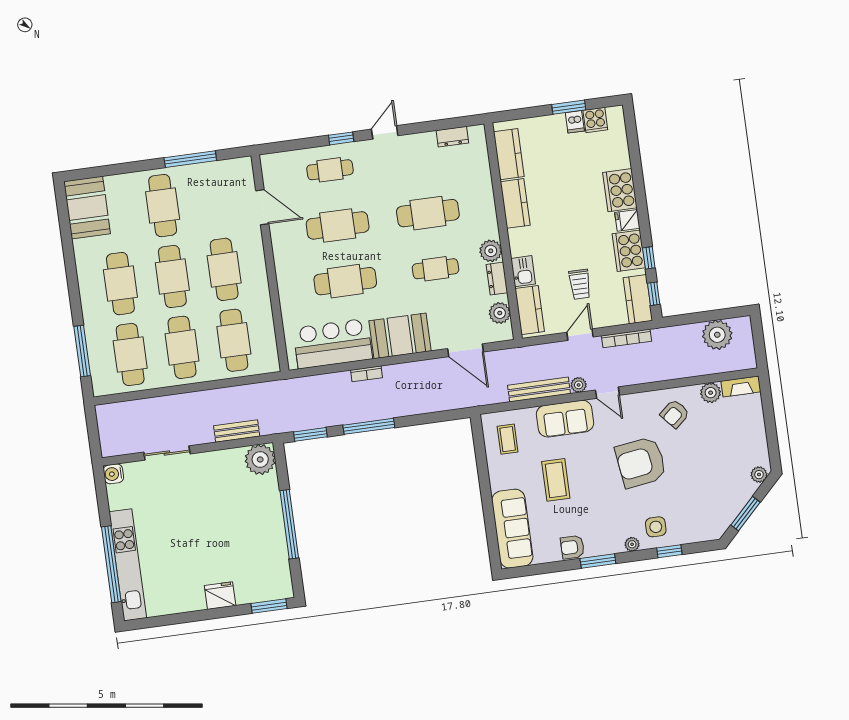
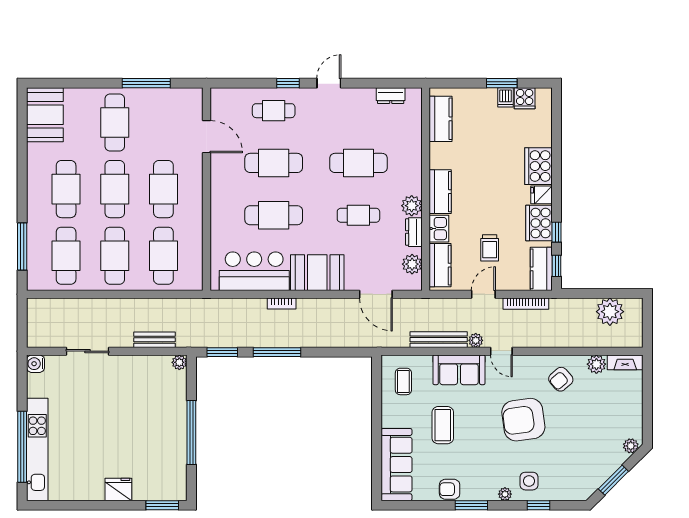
kitchen counter: (515, 203) -> (440, 192), moved
plant: (260, 459) -> (179, 362), width x0.53, depth x0.53

